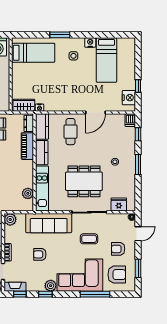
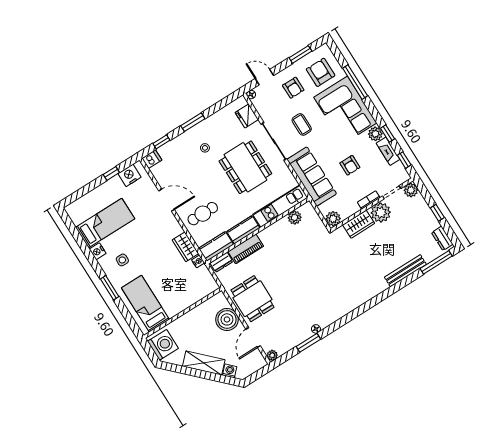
wardrobe: (24, 105) -> (185, 247), moved
fireplace: (15, 287) -> (388, 151), moved

